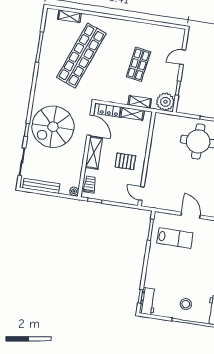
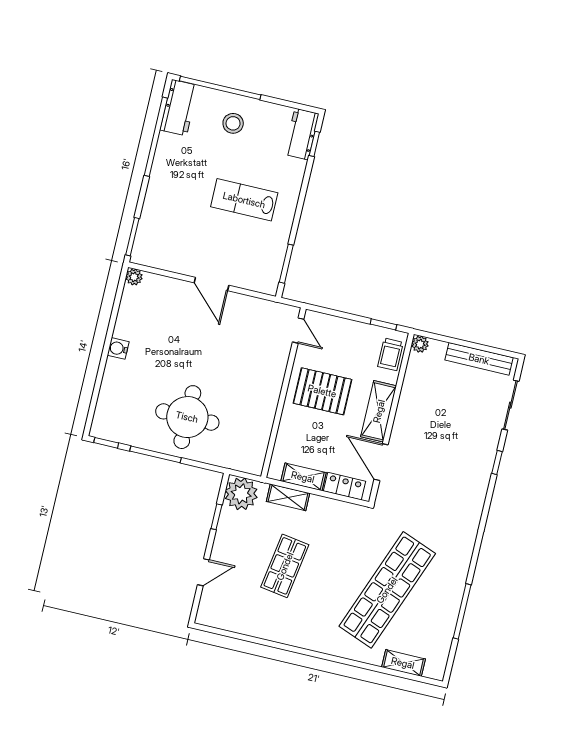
spiral stairs: (53, 127) -> (449, 465), removed
pallet: (125, 161) -> (322, 391), width x1.50, depth x1.42
lab bench: (175, 238) -> (244, 200), moved

